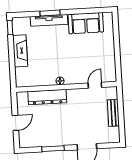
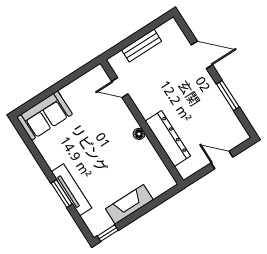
sofa: (86, 23) -> (45, 116), moved, turned 90

